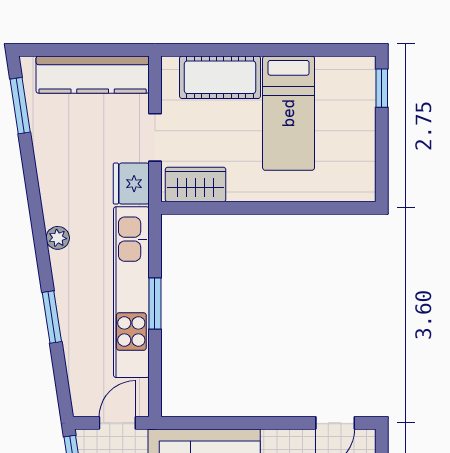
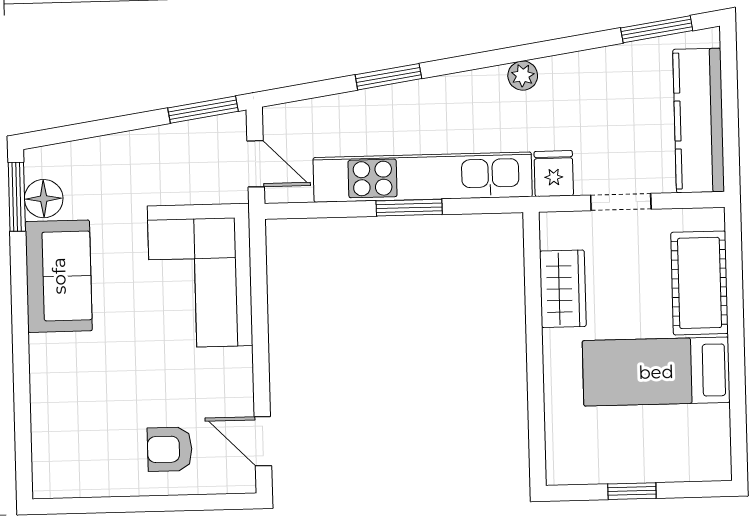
window: (382, 88) -> (632, 491), moved
fridge: (131, 184) -> (554, 174), width x0.72
wardrobe: (196, 185) -> (563, 289), moved
plant: (58, 238) -> (523, 76), moved

